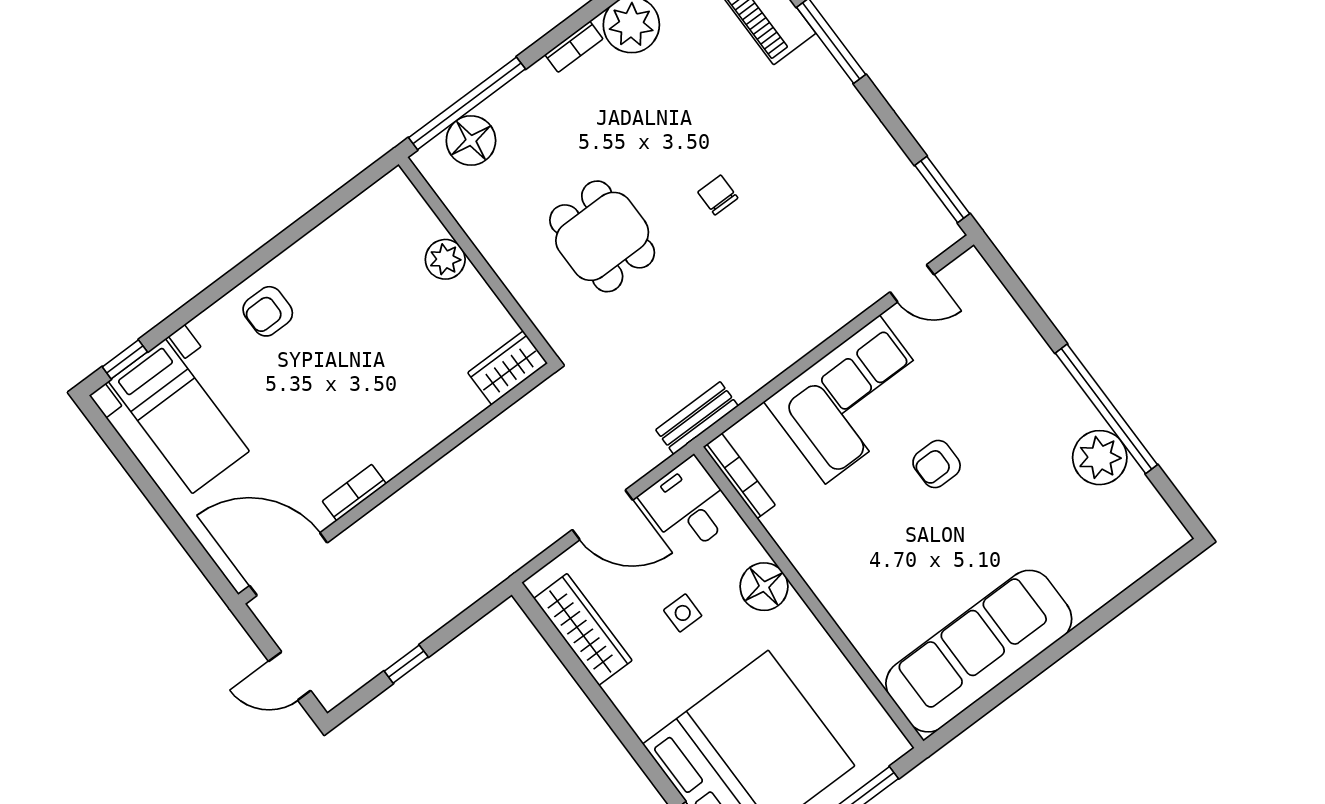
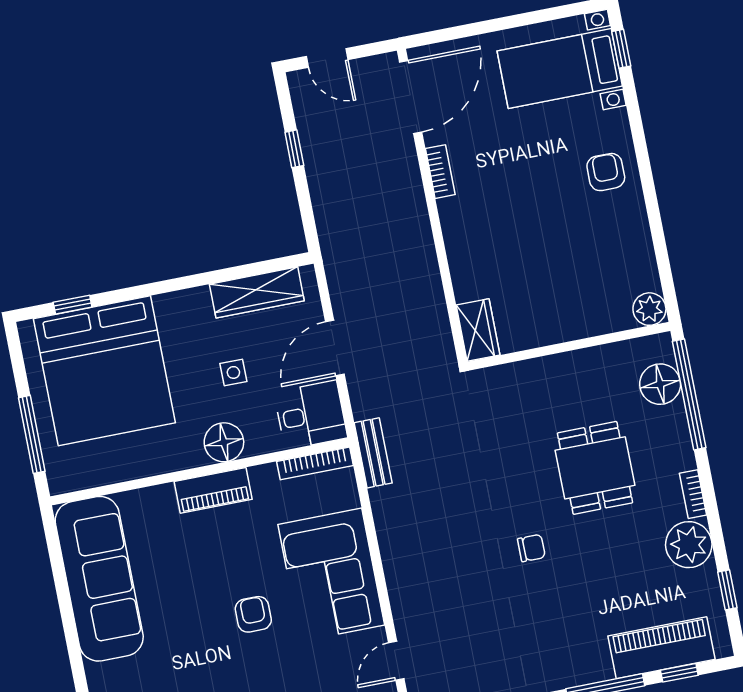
dining table: (602, 236) -> (595, 468), moved, turned 90
plant: (445, 259) -> (649, 309), moved
piano: (822, 573) -> (213, 490), added
door: (290, 676) -> (327, 58), swing flipped

